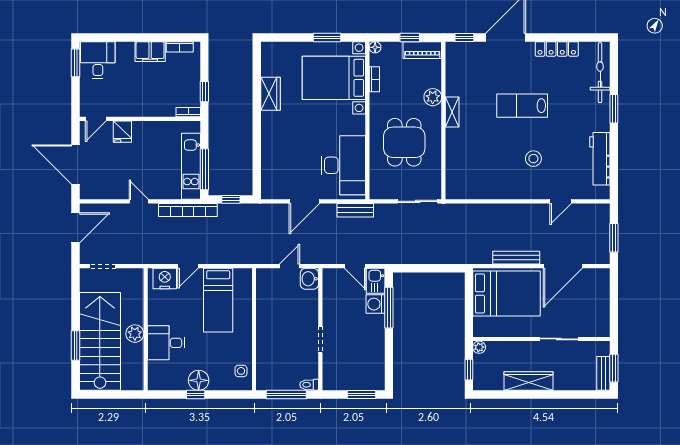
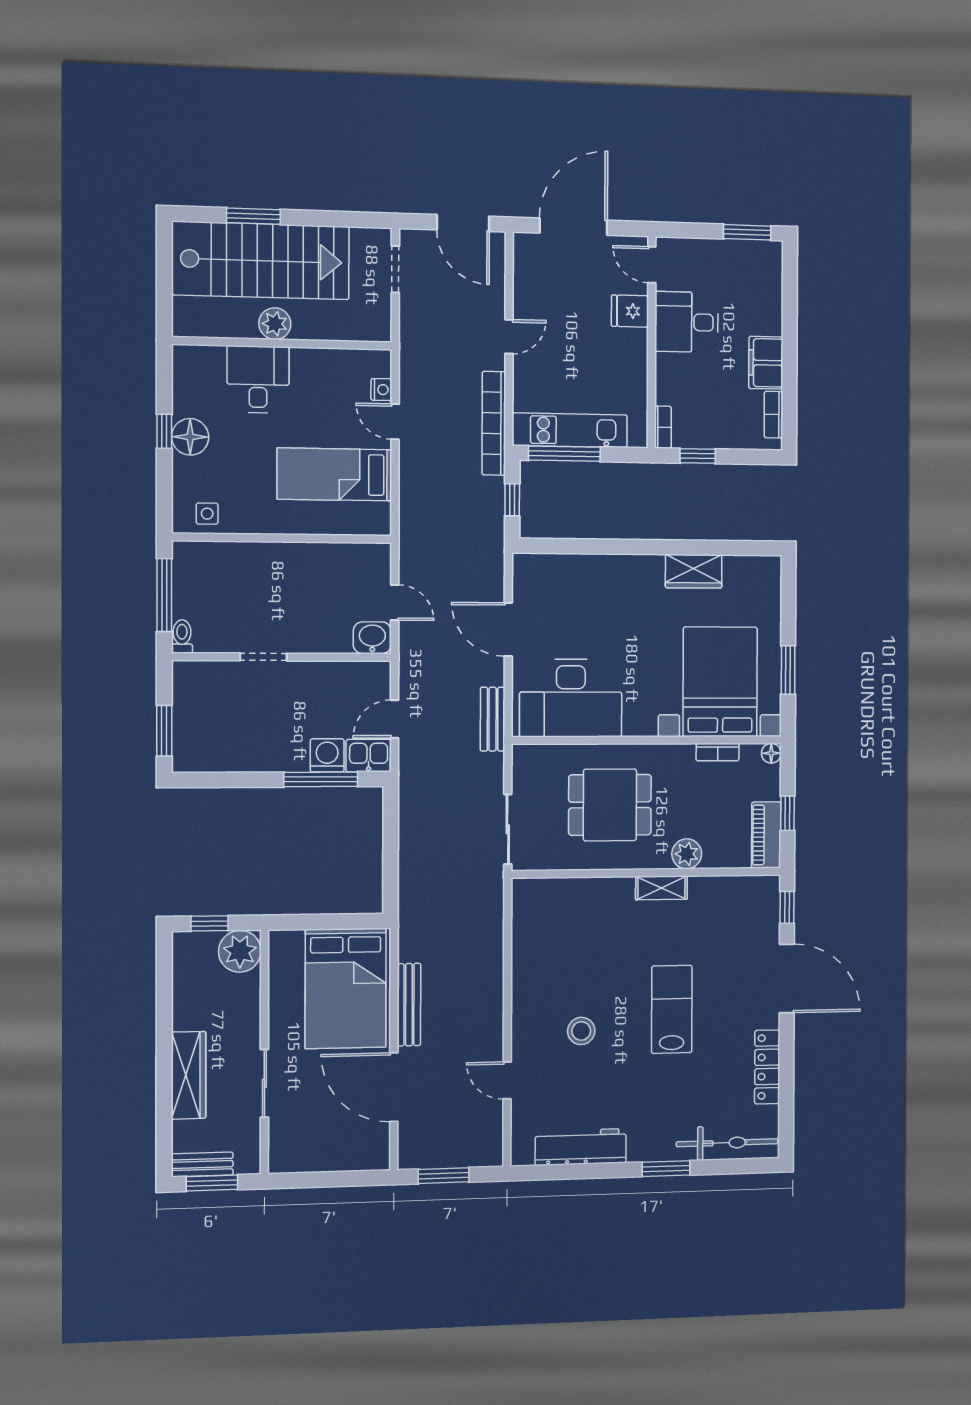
desk: (98, 60) -> (687, 322), moved, turned 180
nightstand: (165, 279) -> (381, 390), width x0.53, depth x0.56
plant: (479, 347) -> (240, 951), width x1.87, depth x1.87
wardrobe: (529, 381) -> (189, 1075), moved

